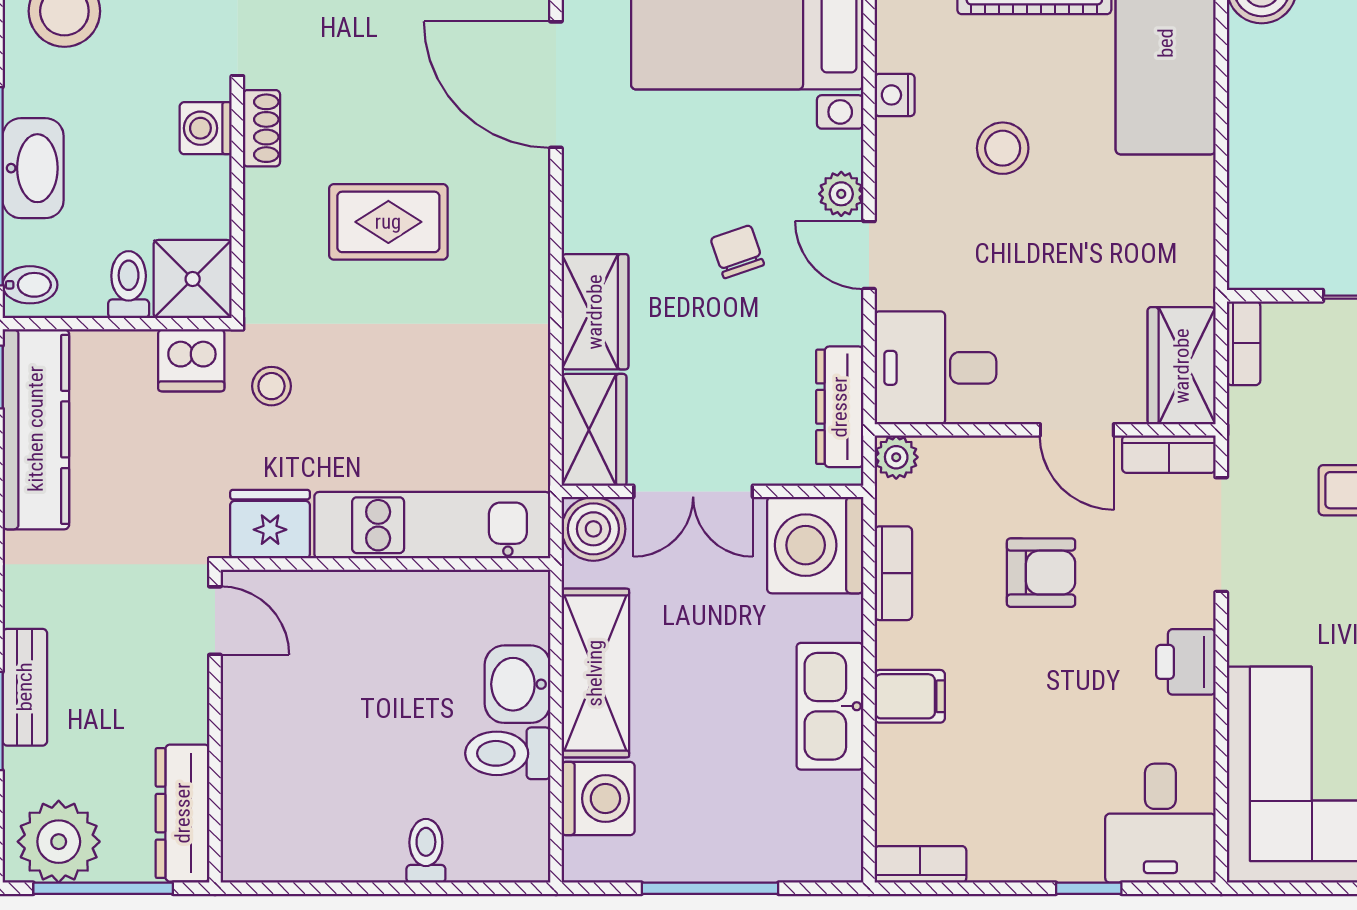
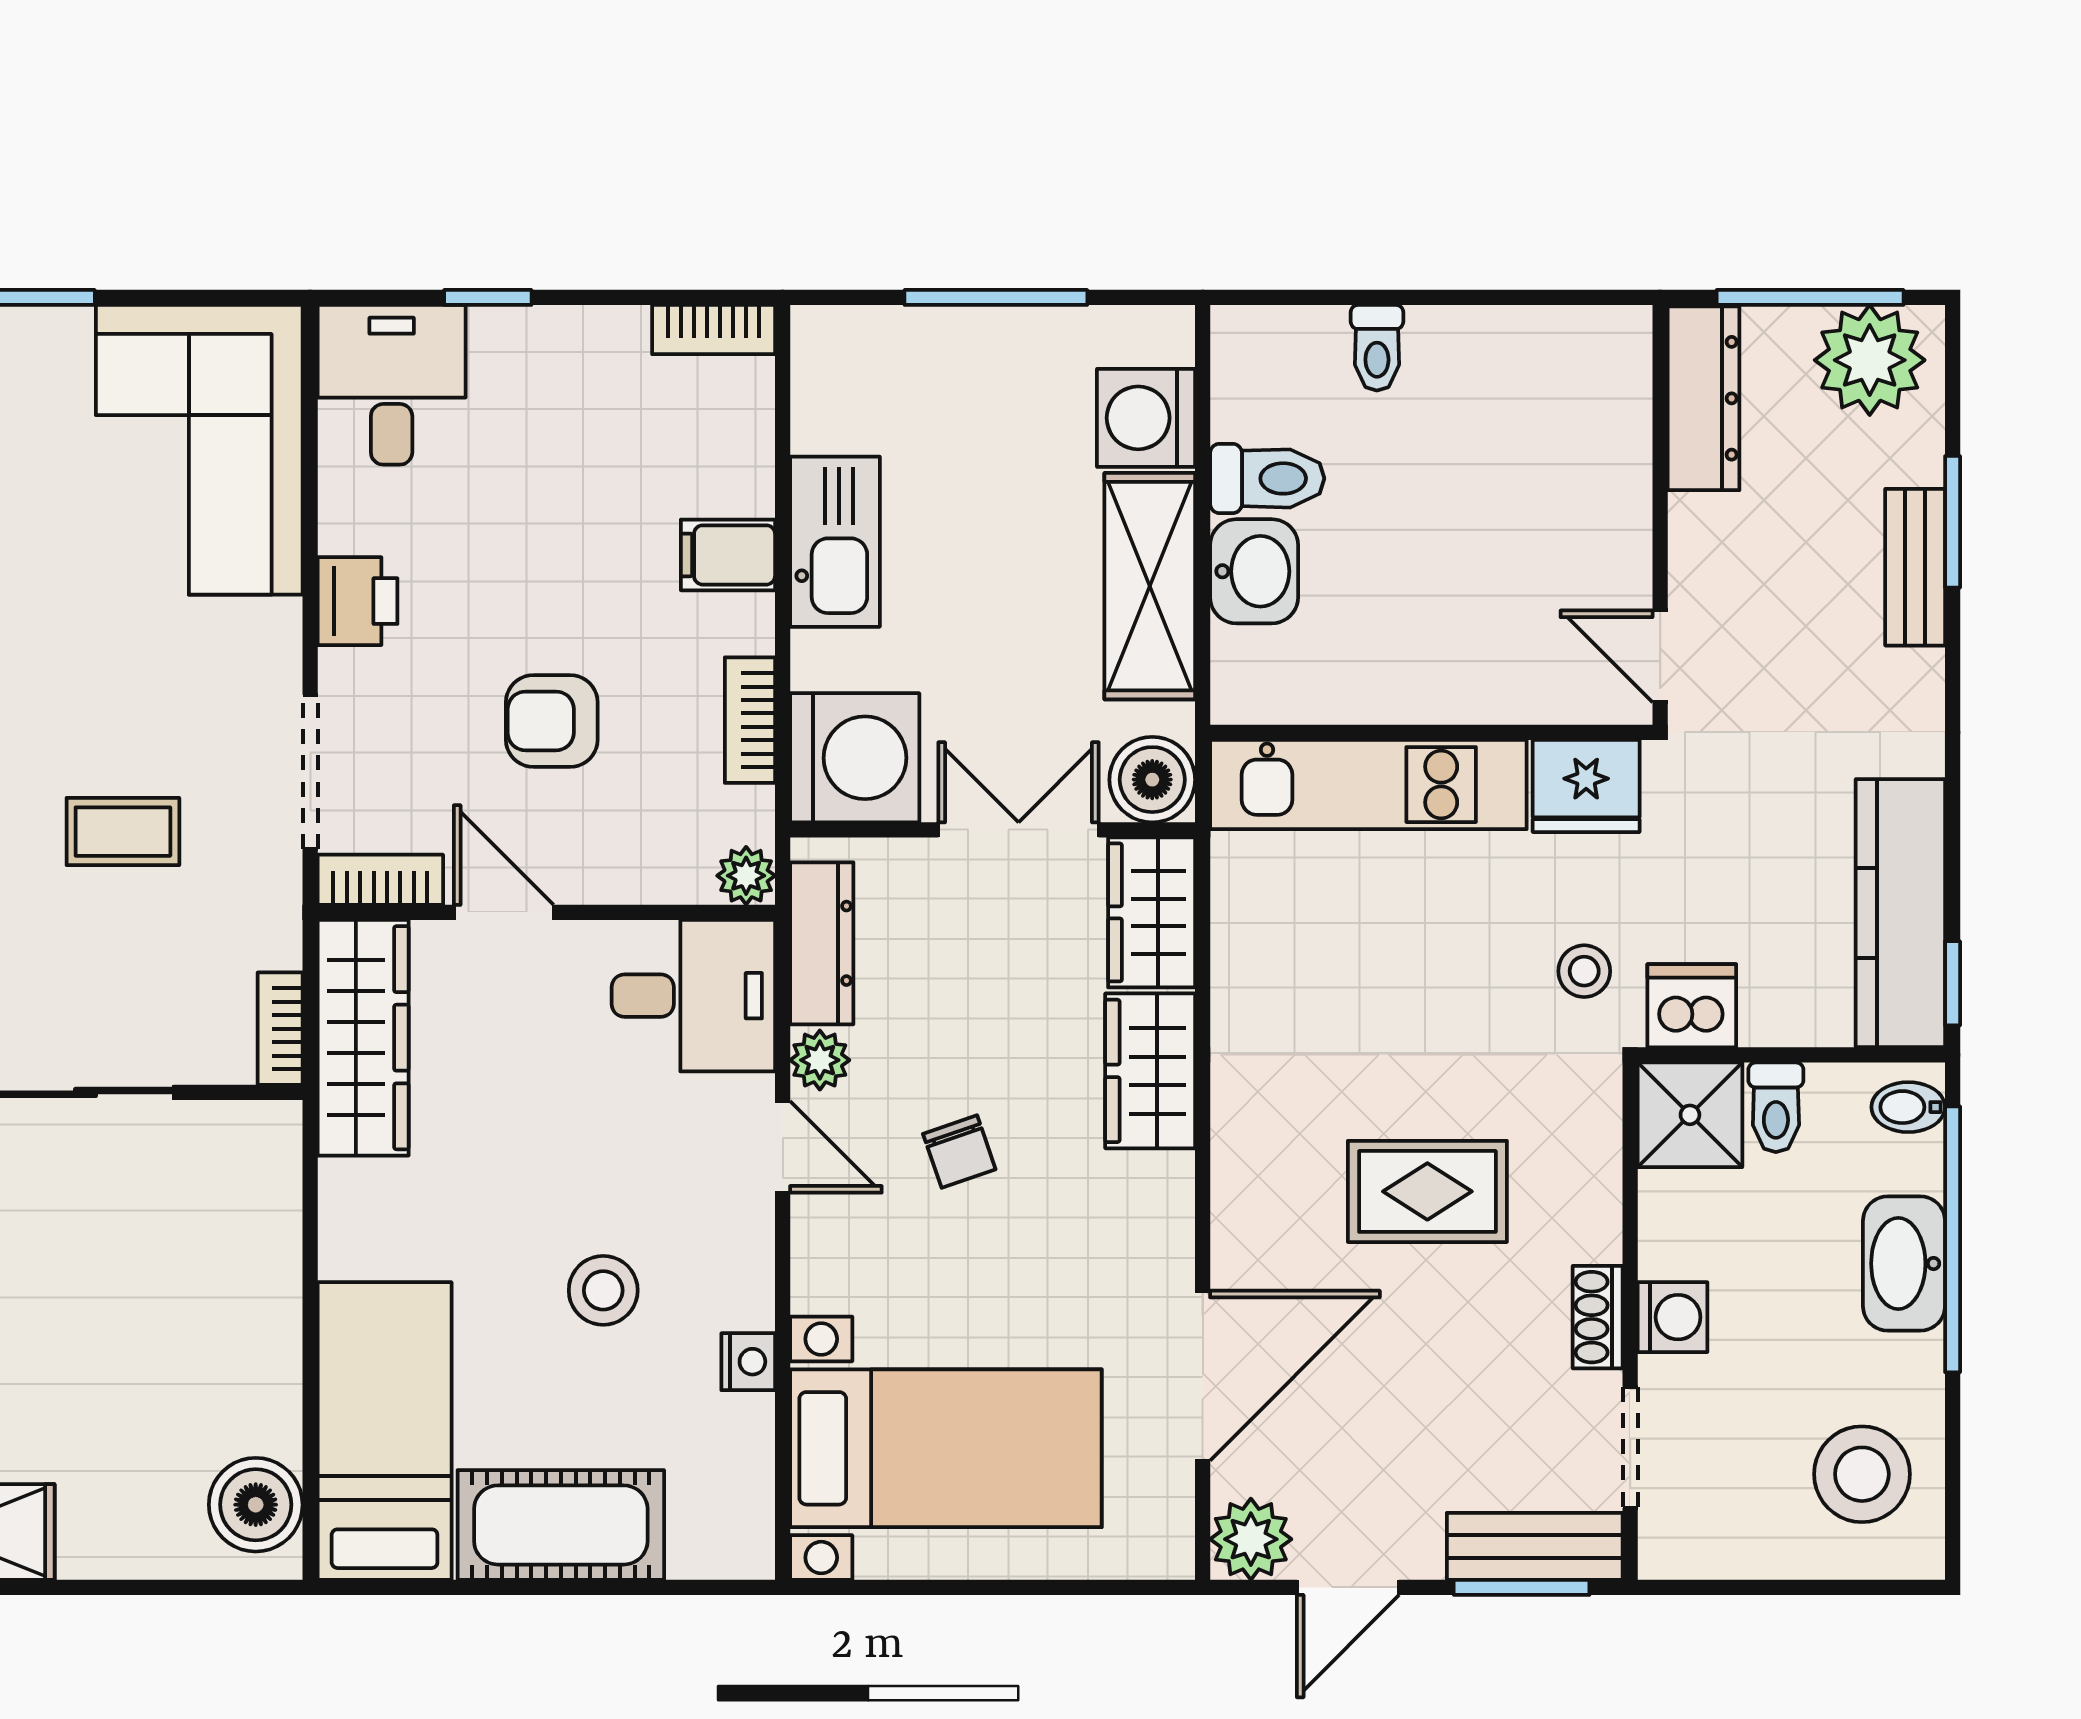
door: (556, 85) -> (1203, 1376), hinge flipped
plant: (841, 194) -> (820, 1060), moved
wardrobe: (1182, 366) -> (363, 1038), width x1.50

